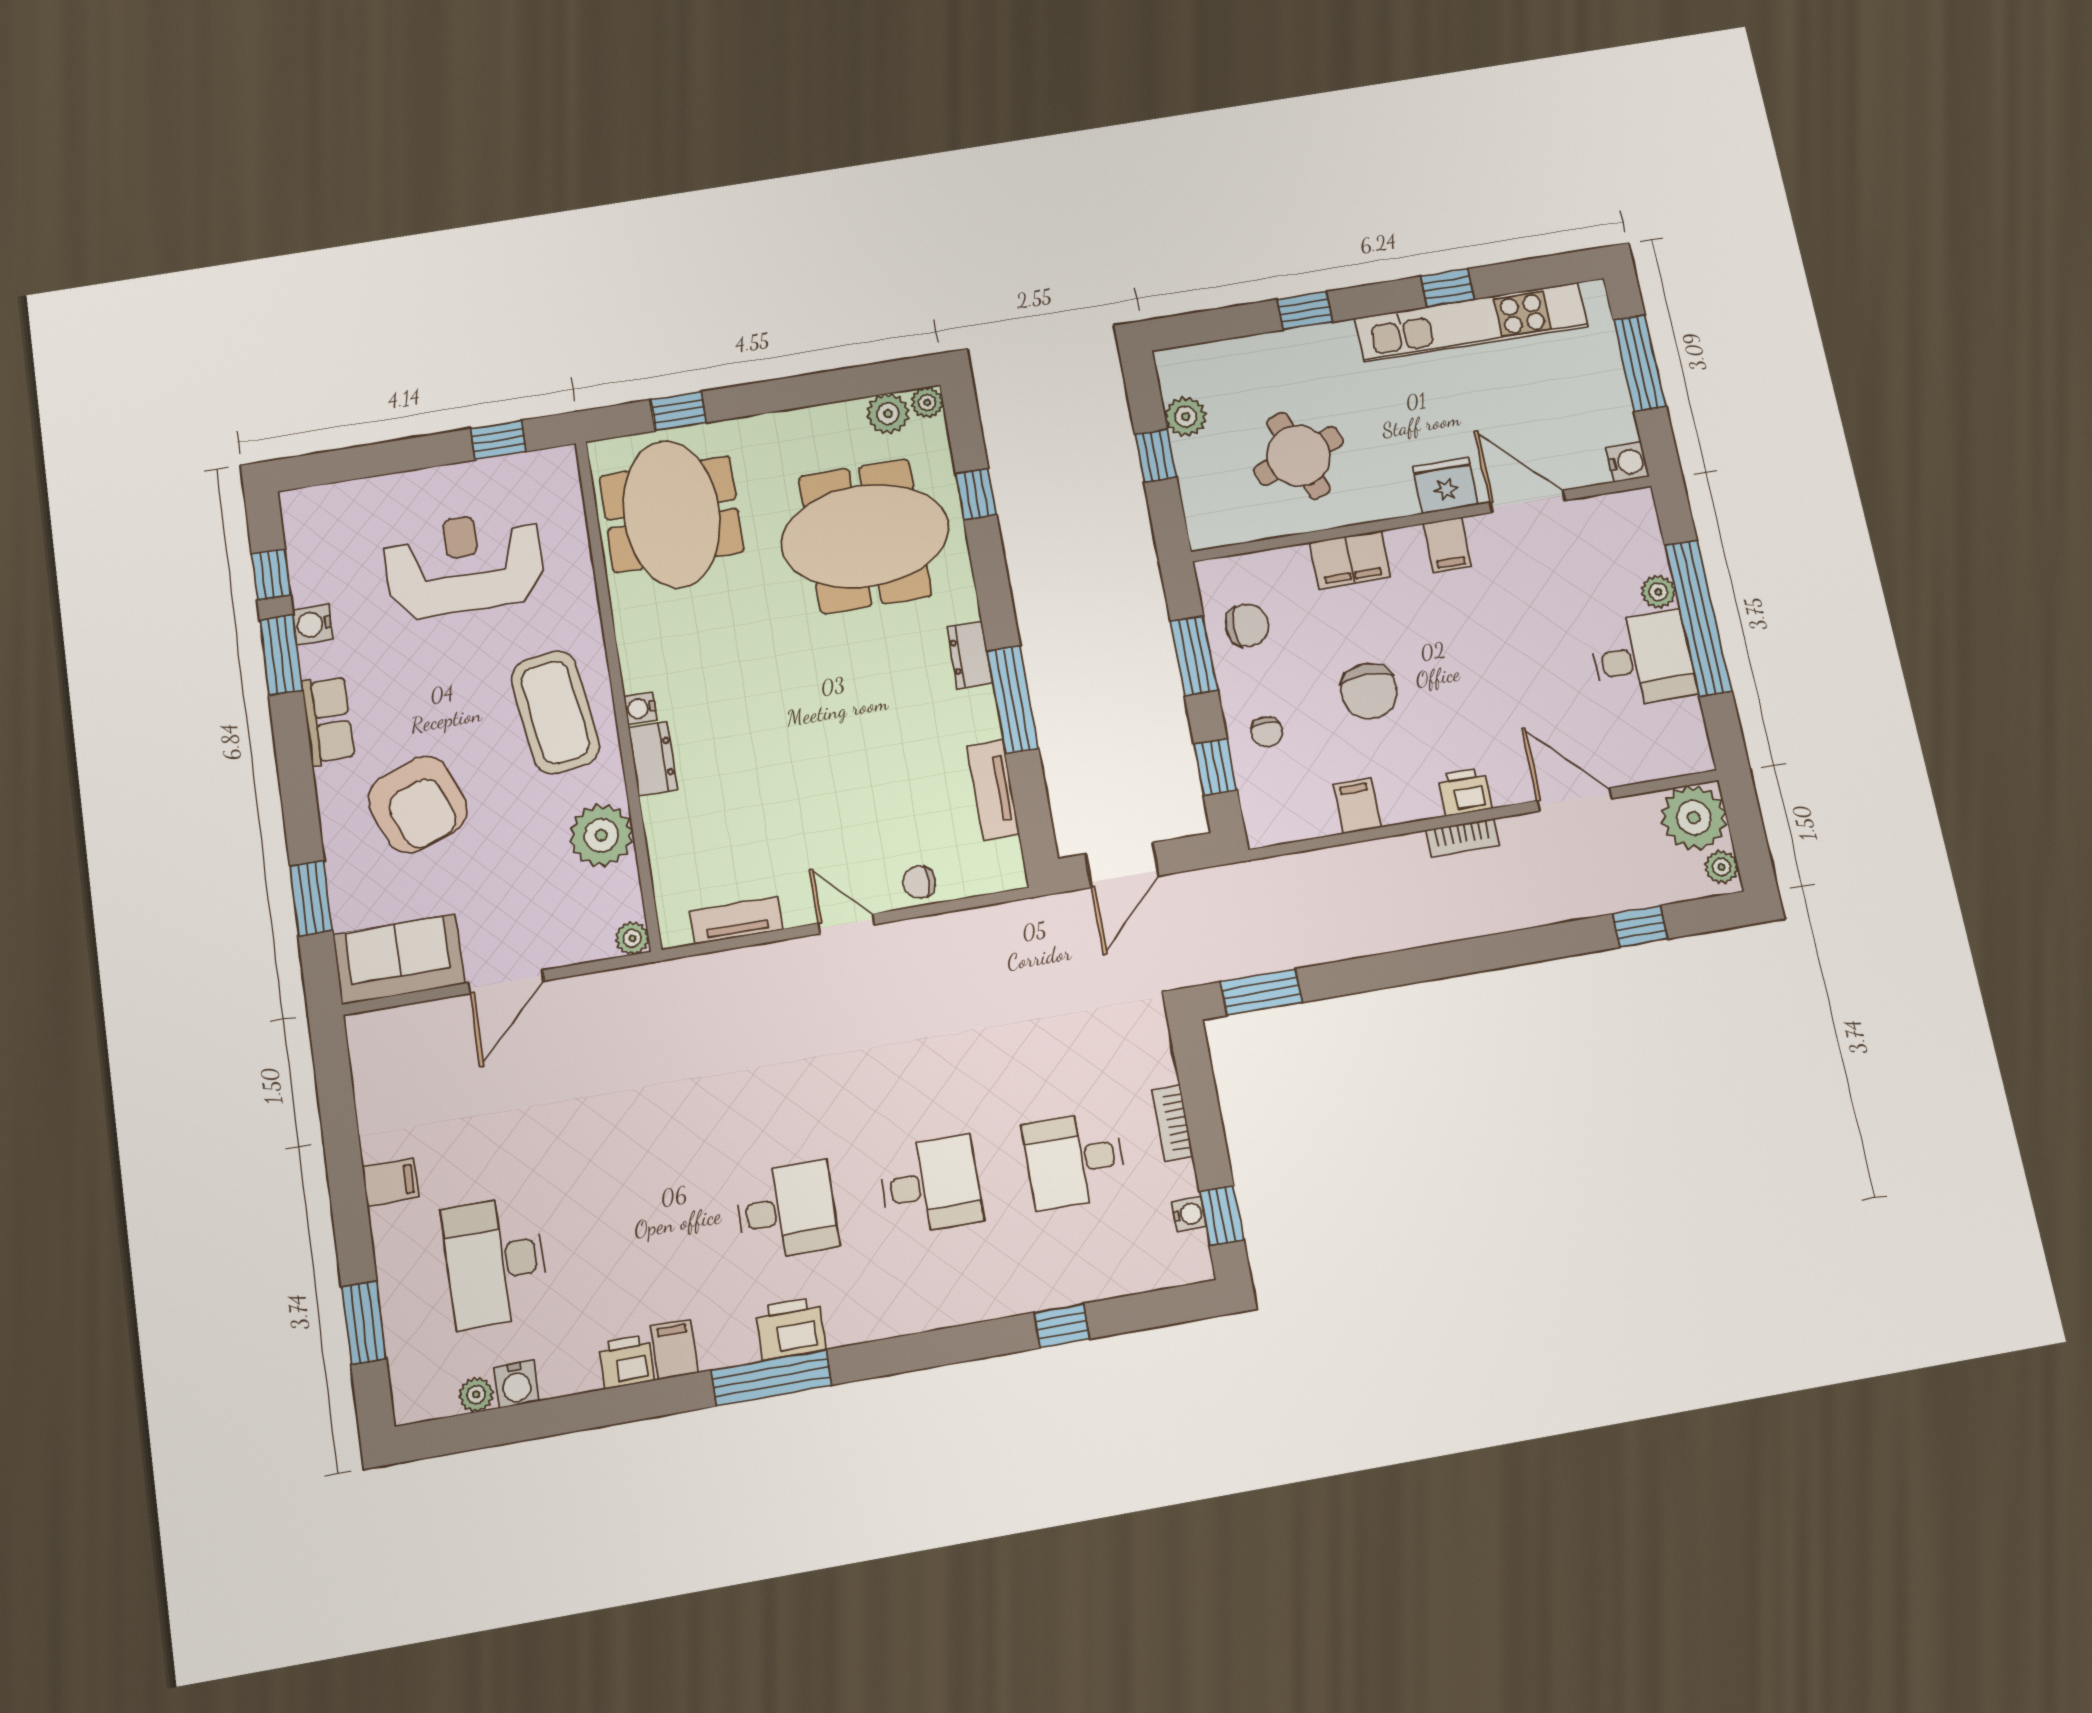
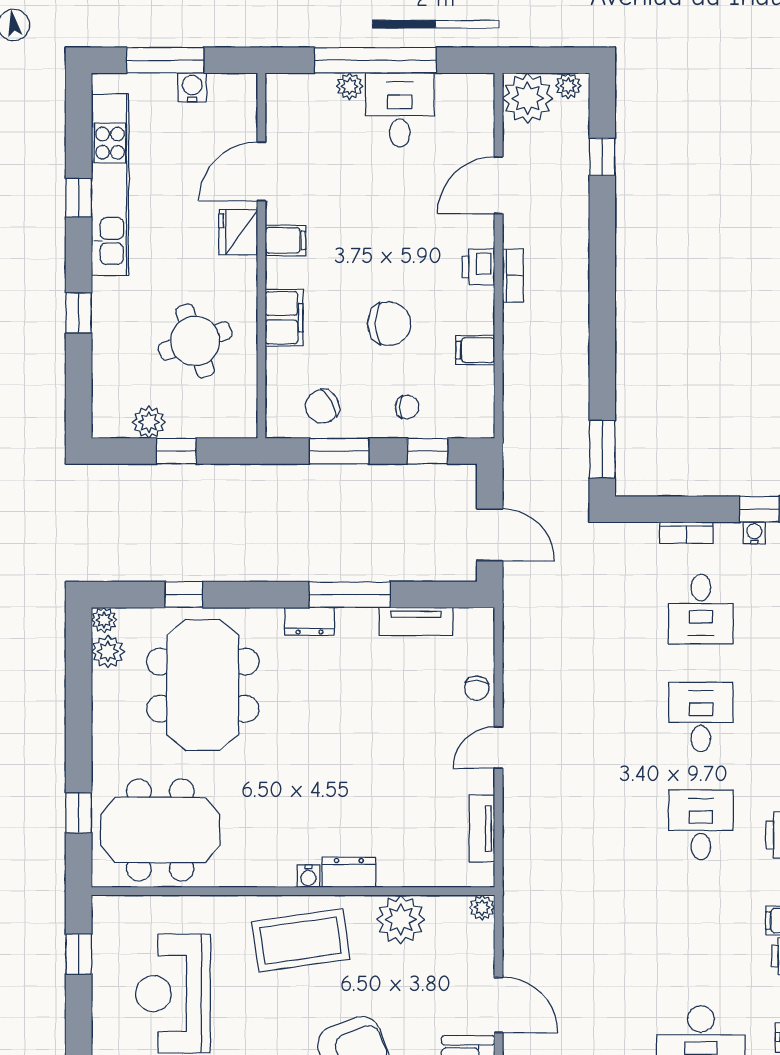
water cooler: (1628, 462) -> (192, 87), moved
chair: (1247, 625) -> (322, 406), turned -119

